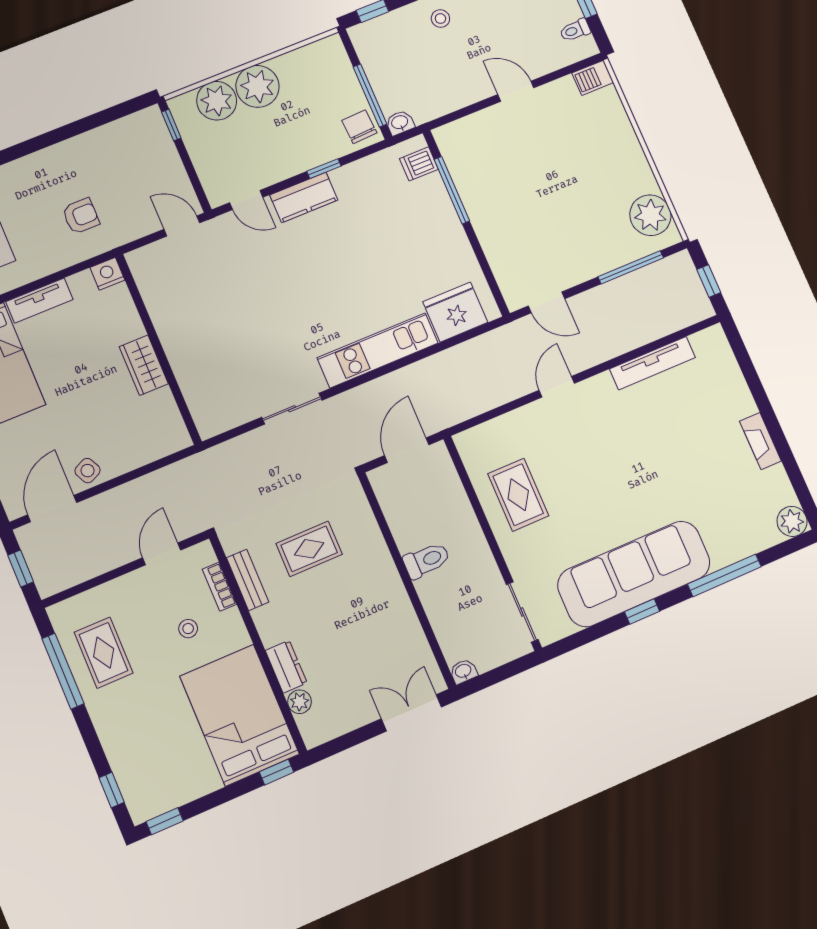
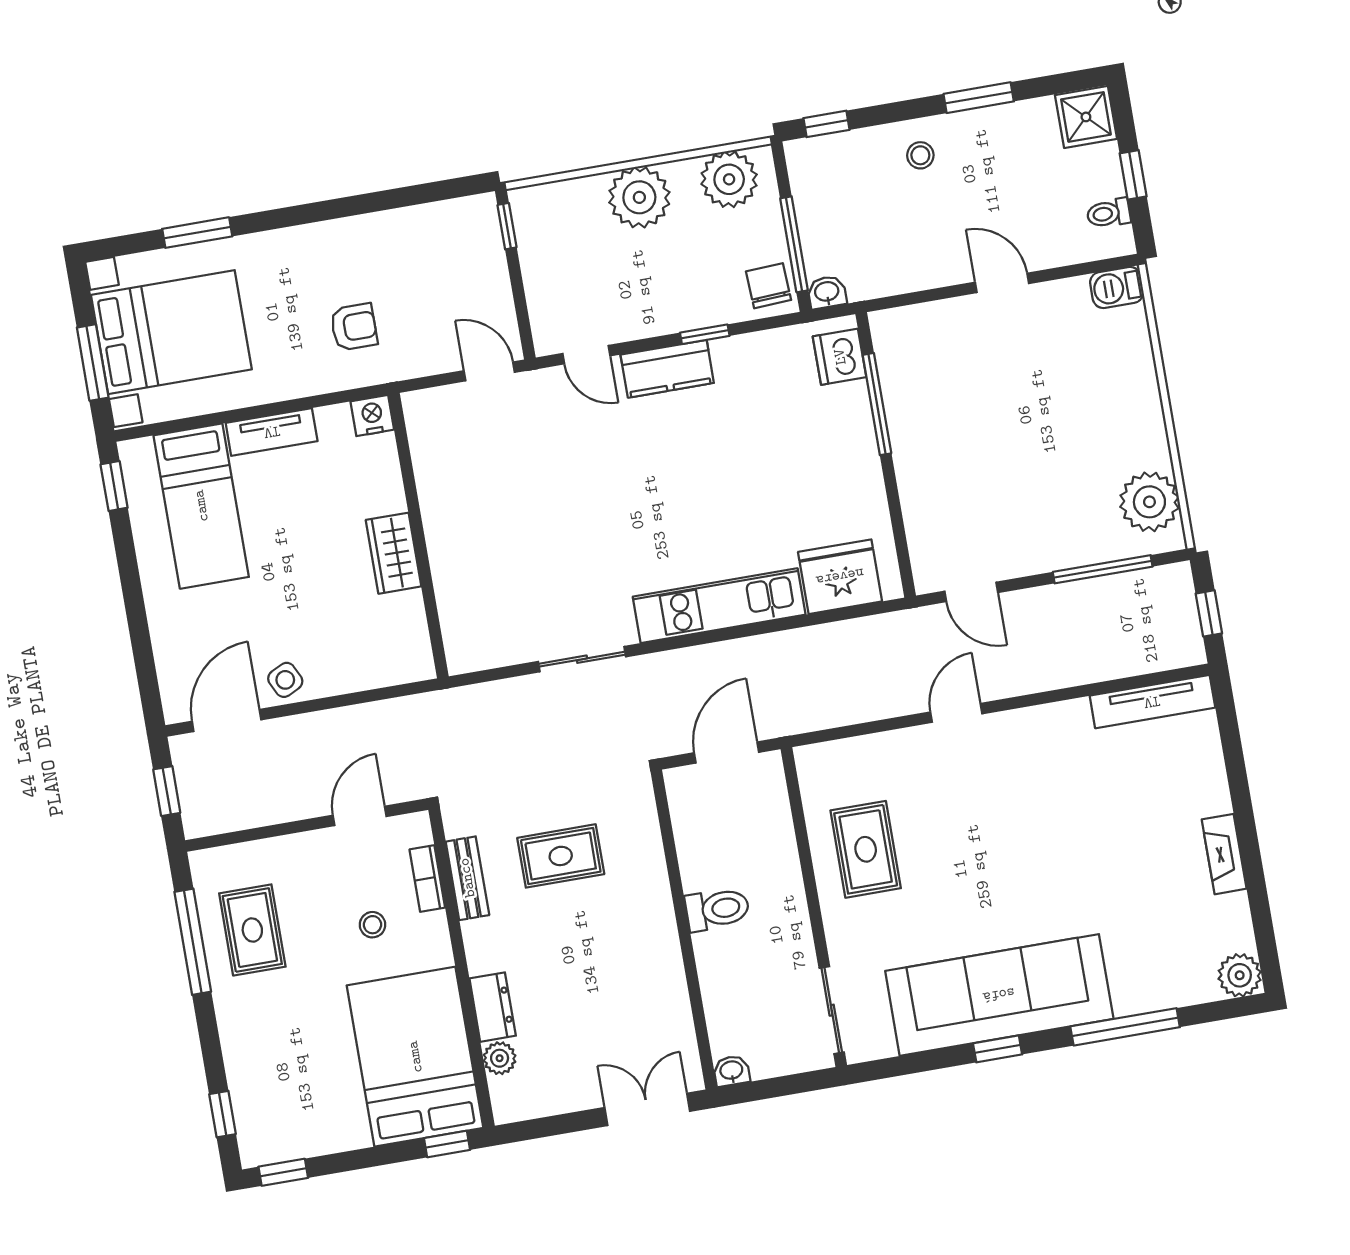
plant: (217, 101) -> (729, 179), moved
dishwasher: (419, 164) -> (840, 357), width x1.38
tv unit: (652, 363) -> (1152, 702), moved

